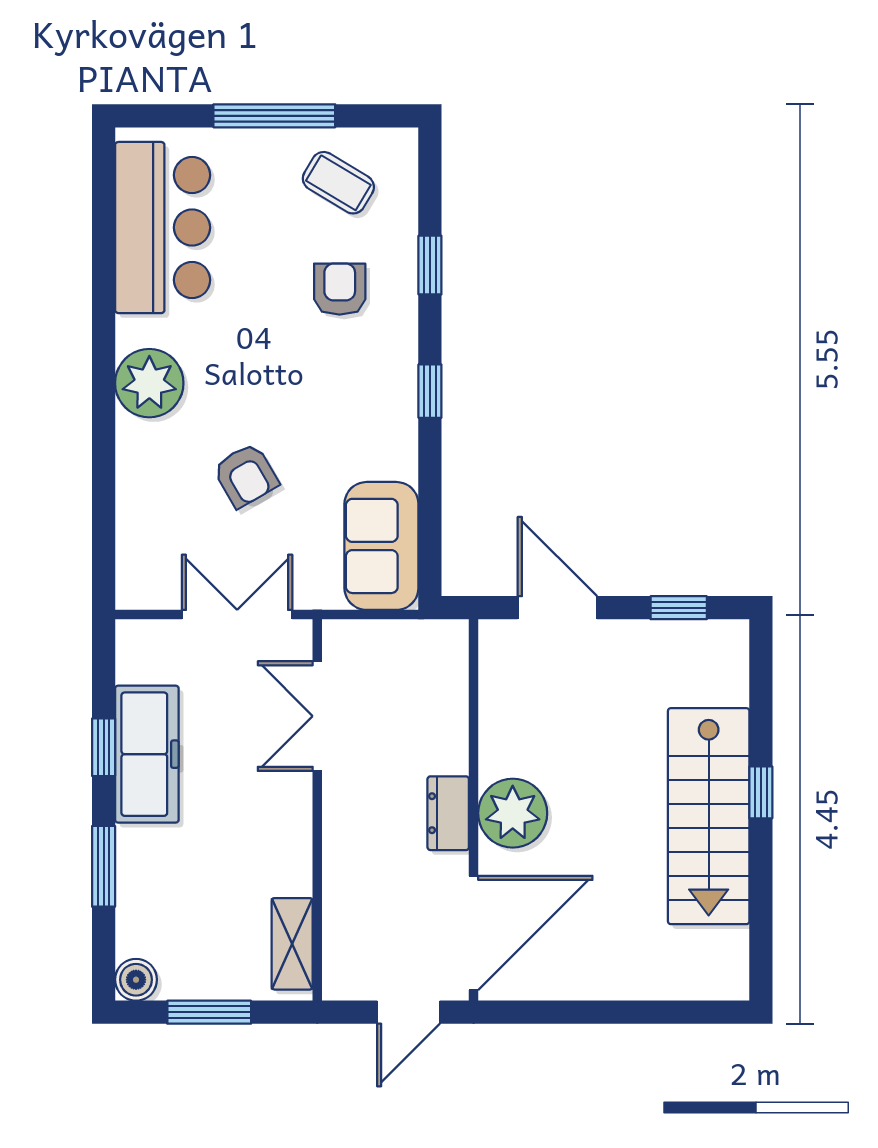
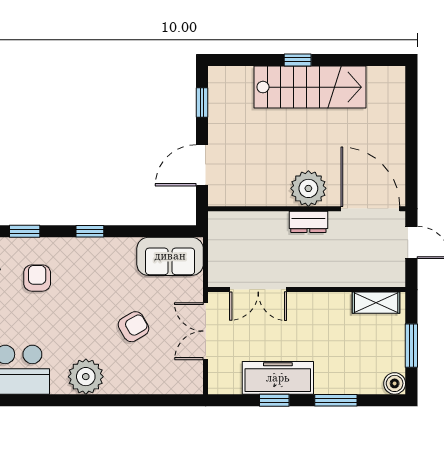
armchair: (340, 289) -> (37, 278), turned 90

